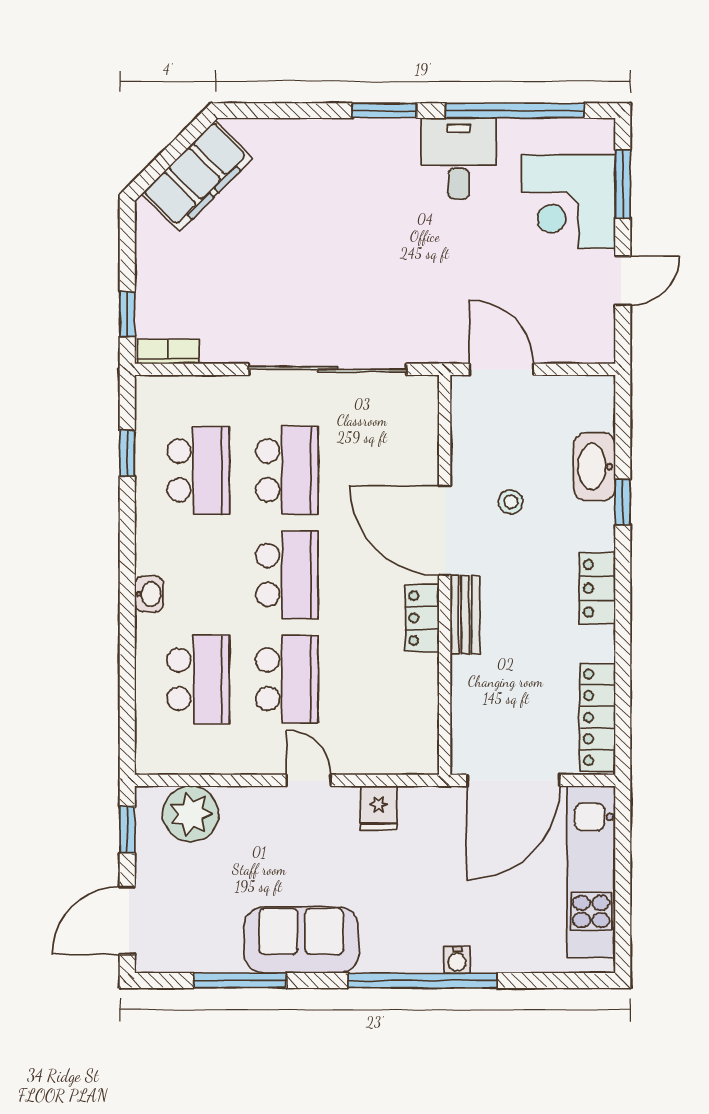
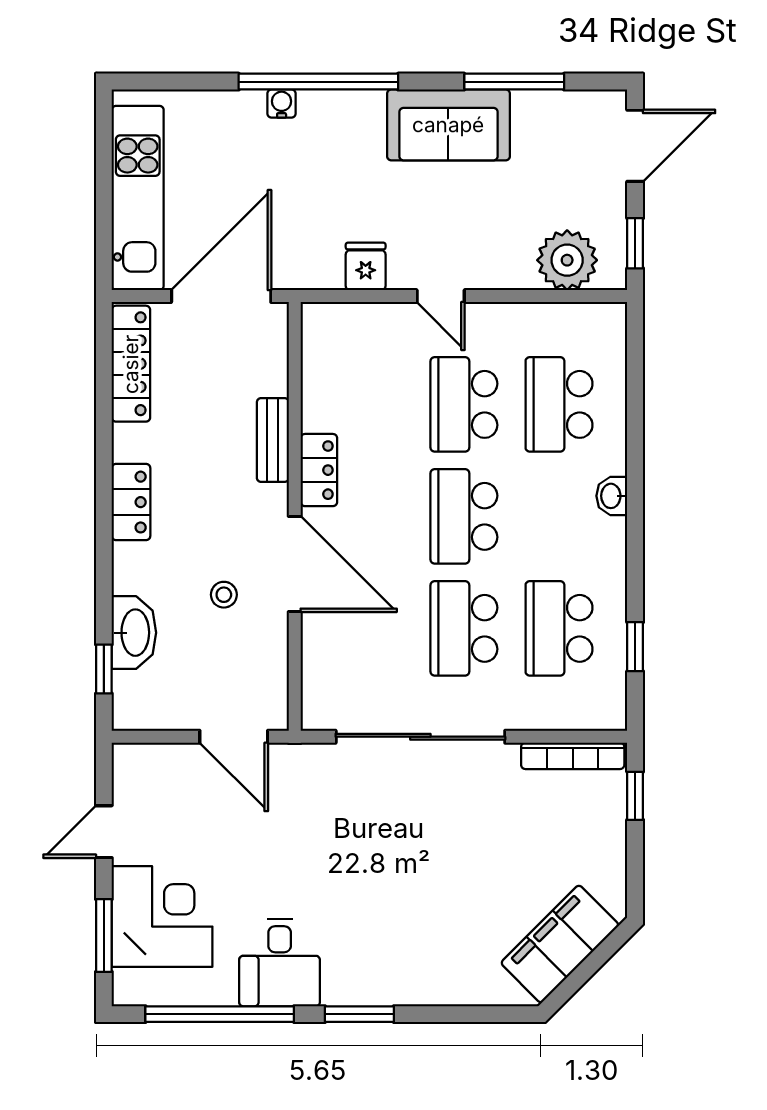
bookcase: (168, 352) -> (573, 756), width x1.56
window: (623, 502) -> (104, 669), moved
bench: (465, 615) -> (273, 440), moved

